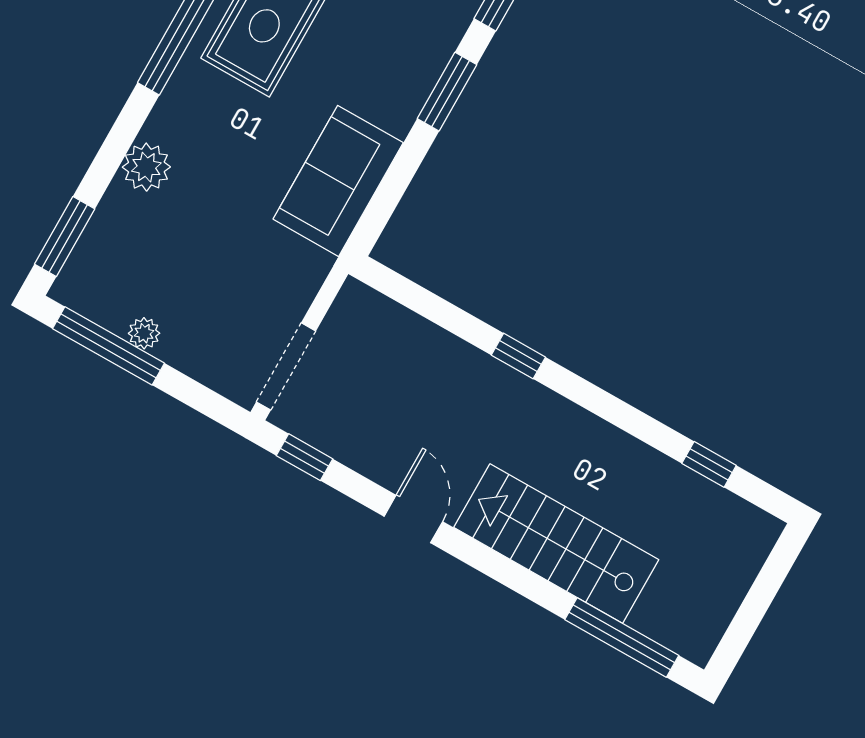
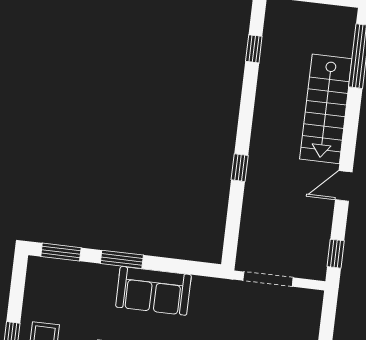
sofa: (338, 181) -> (153, 291), moved
doorway: (286, 366) -> (268, 279), moved

